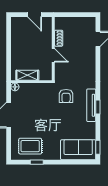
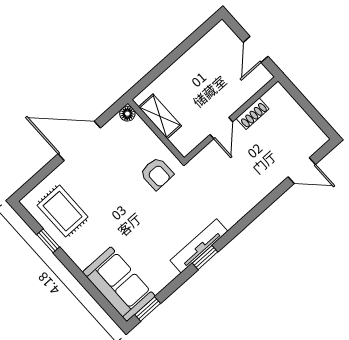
armchair: (66, 96) -> (157, 173), moved, turned -91

